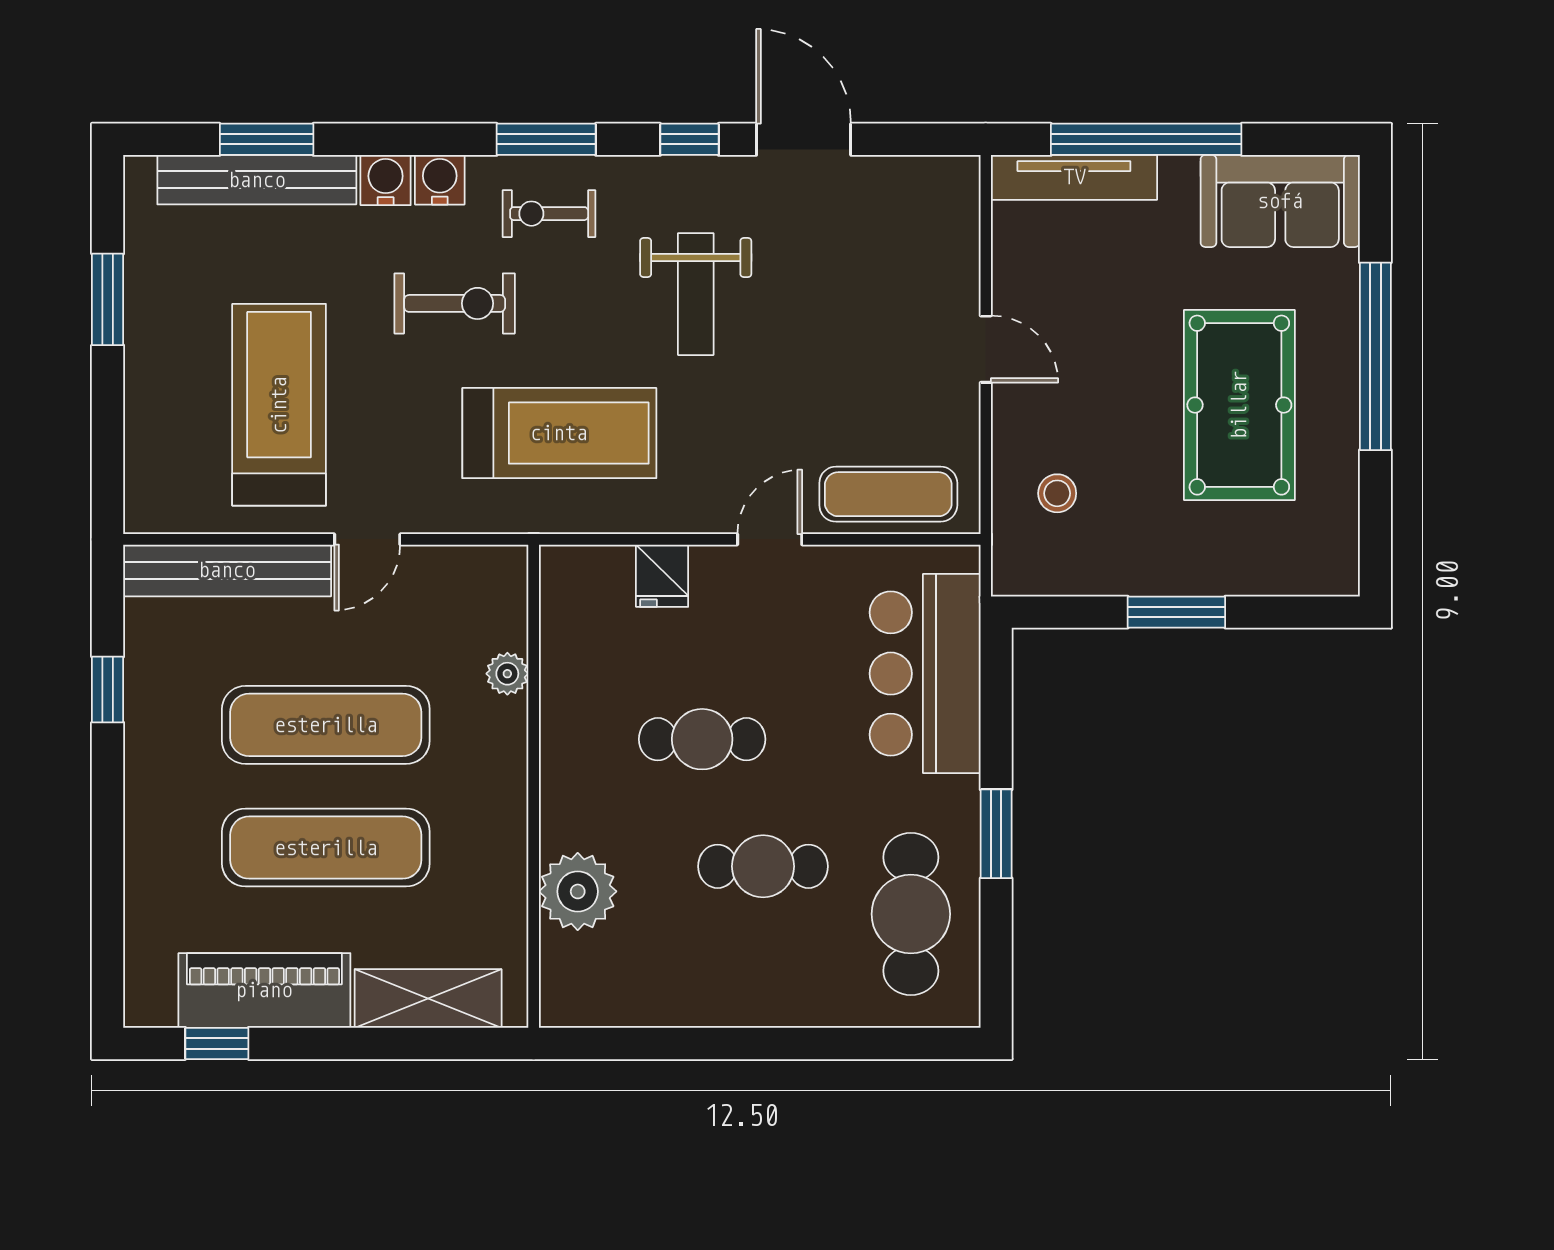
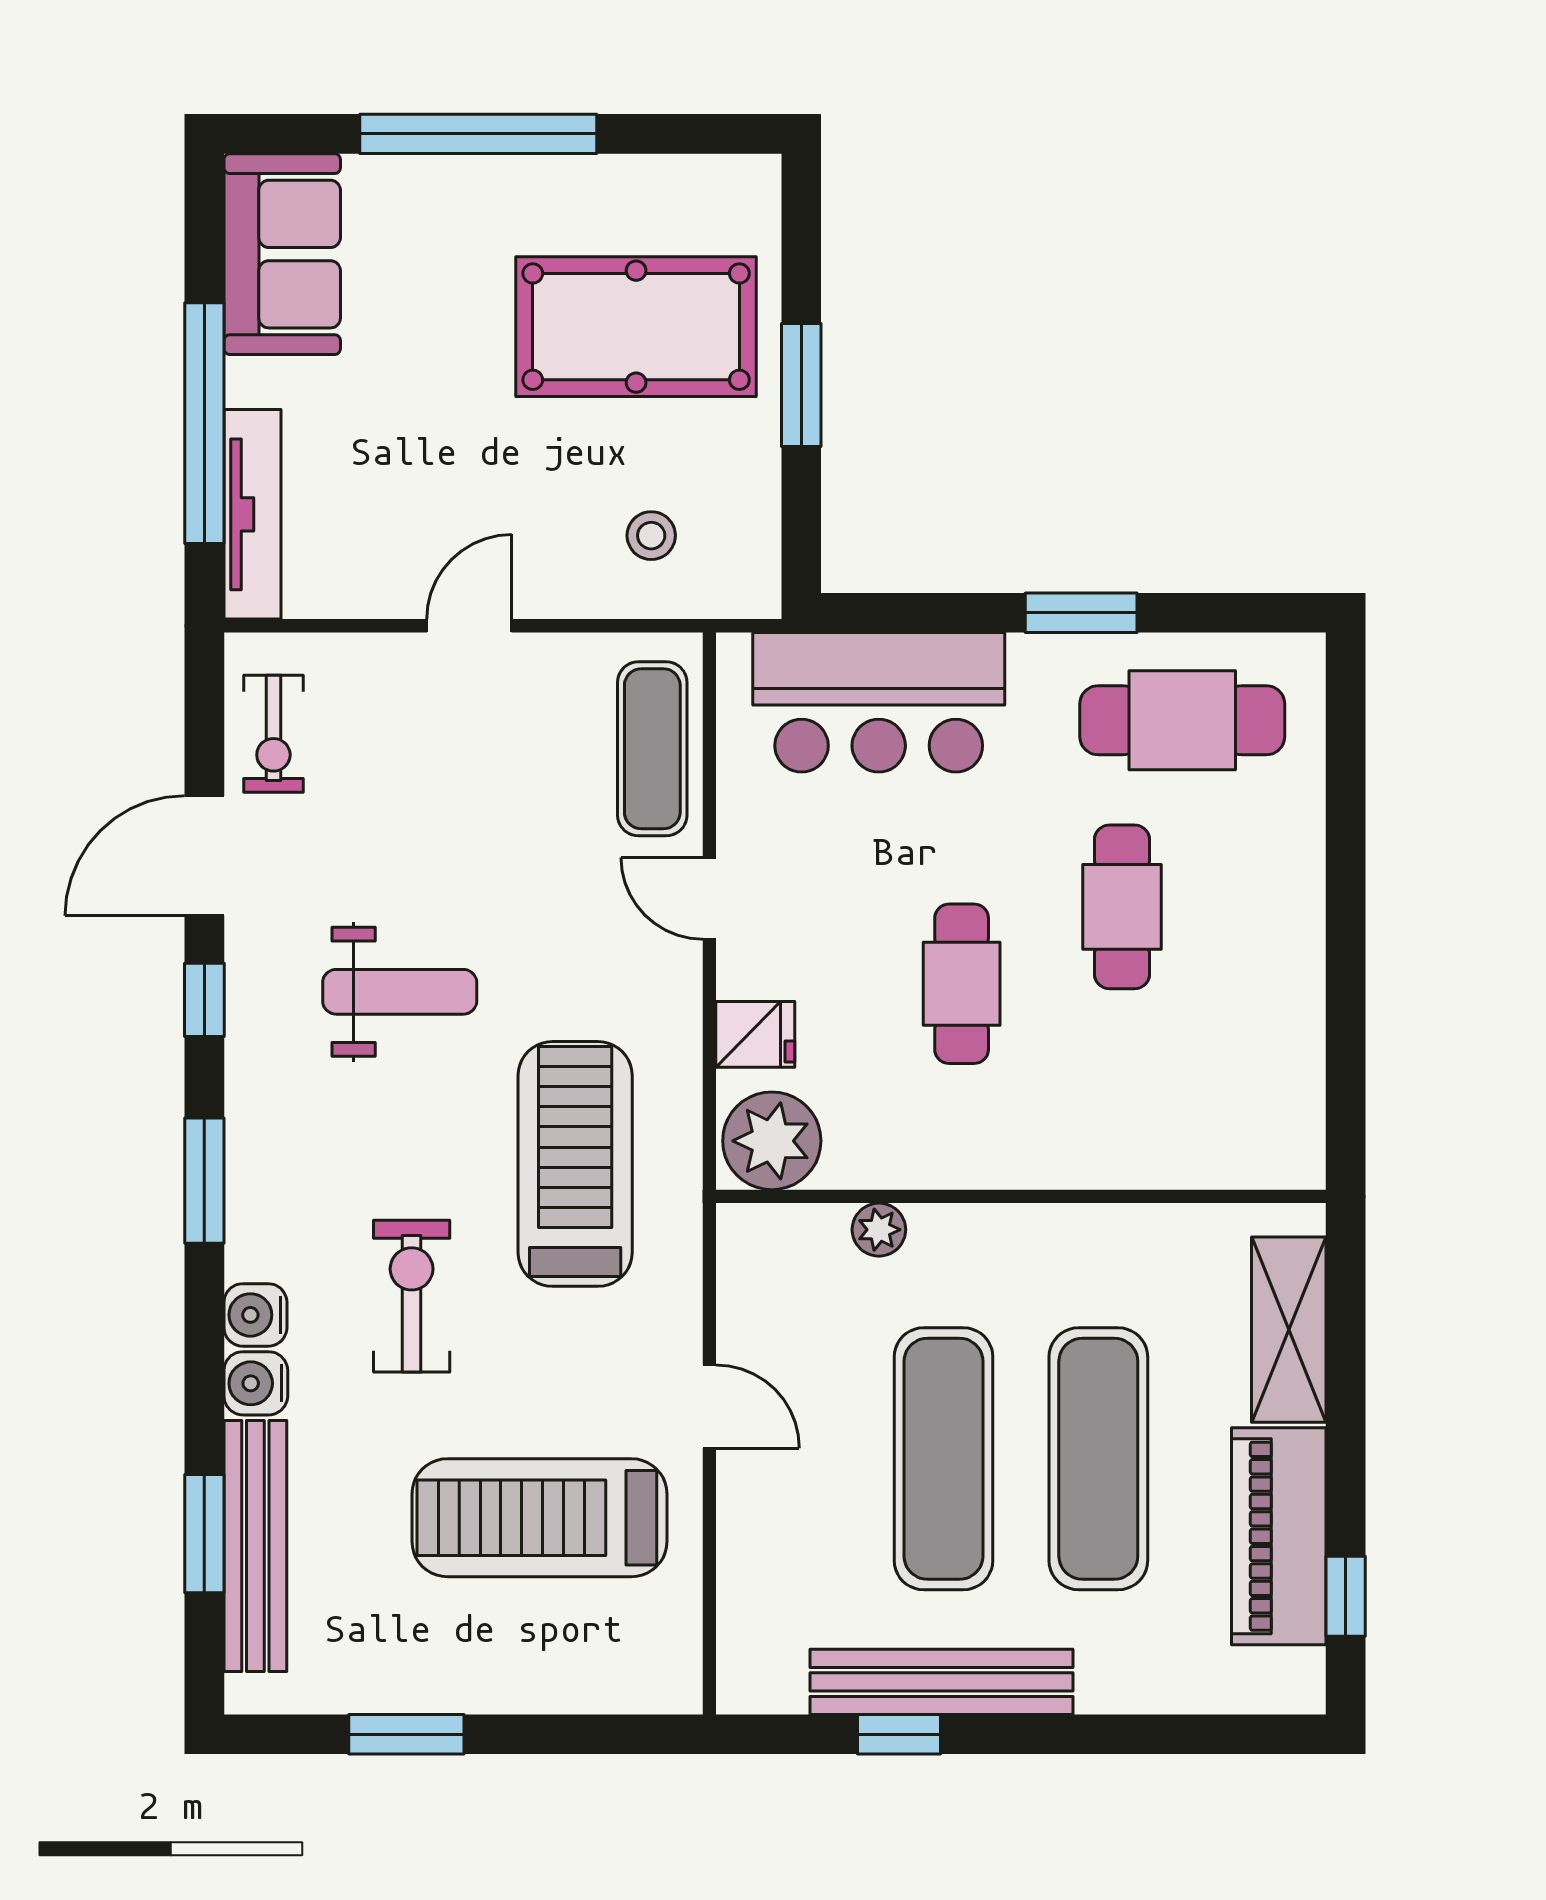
exercise bike: (549, 214) -> (273, 734), moved
pool table: (1239, 405) -> (636, 327), moved
bench: (227, 570) -> (942, 1682), moved, turned 90
plant: (578, 891) -> (772, 1141), moved

